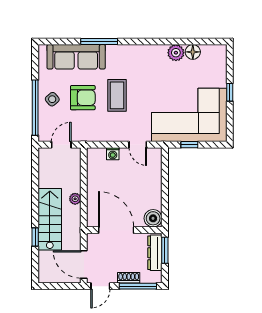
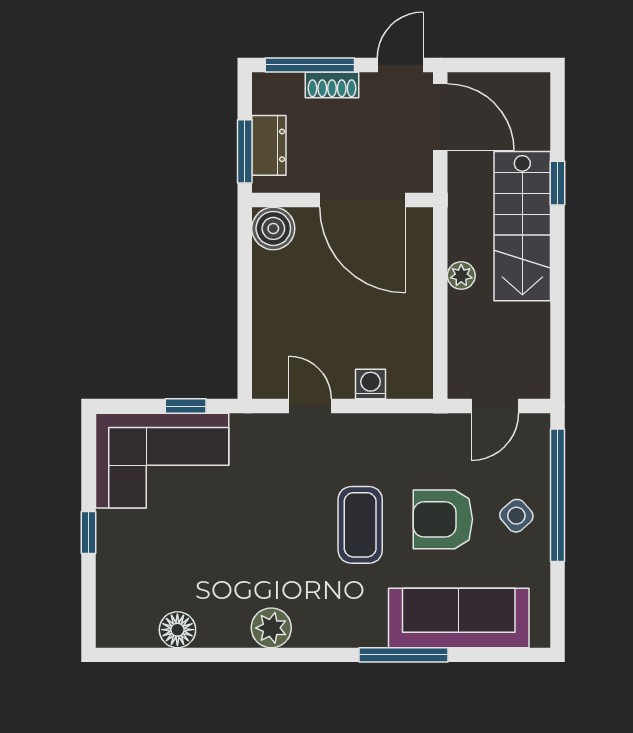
plant: (176, 53) -> (271, 628), moved
corner sofa: (189, 115) -> (162, 461), width x0.73, depth x0.74
dresser: (155, 253) -> (269, 145), width x0.70

